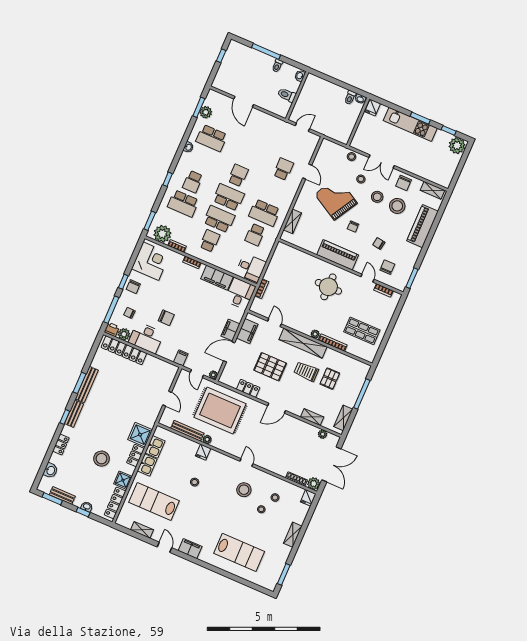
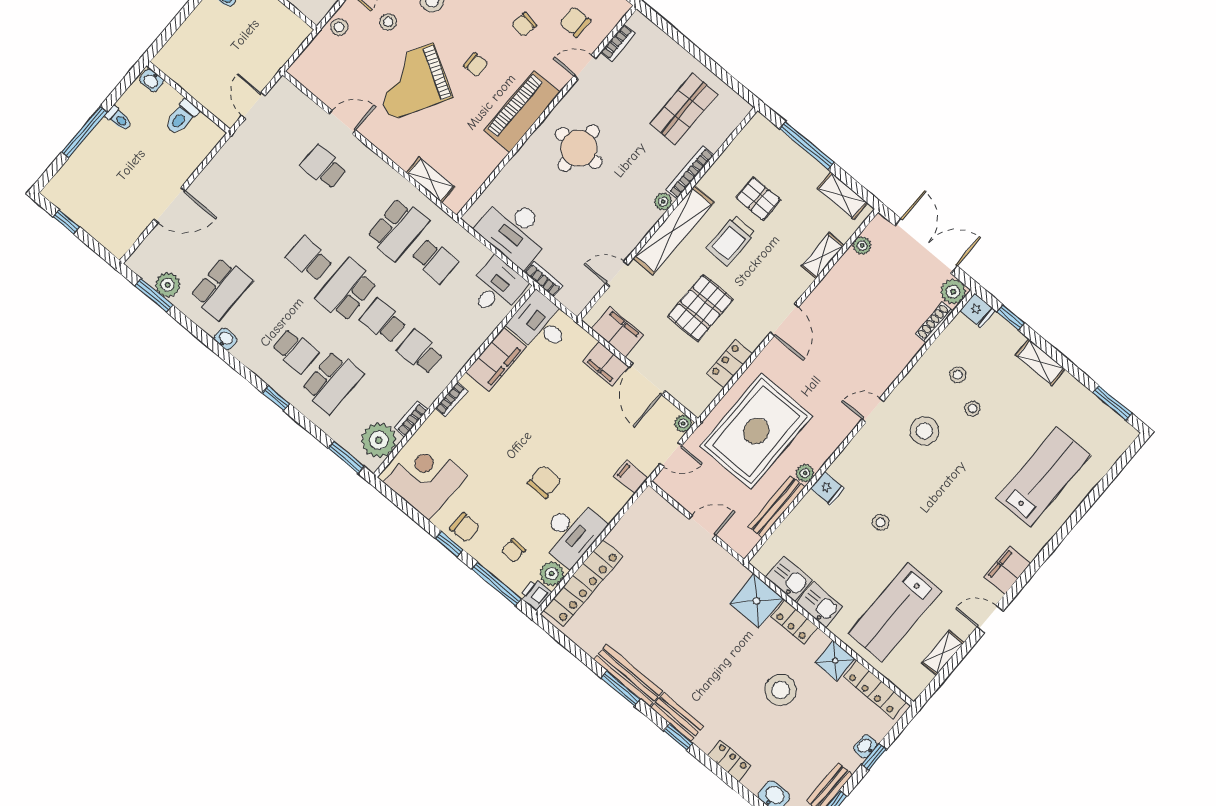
school desk: (219, 219) -> (383, 321), width x0.54
desk: (280, 268) -> (514, 230), added
window: (310, 514) -> (1011, 317), added

